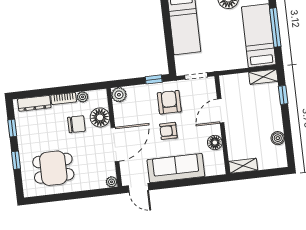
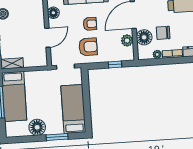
window: (154, 79) -> (115, 65), moved
plant: (119, 95) -> (127, 40), moved
armchair: (169, 102) -> (88, 47), turned -90

